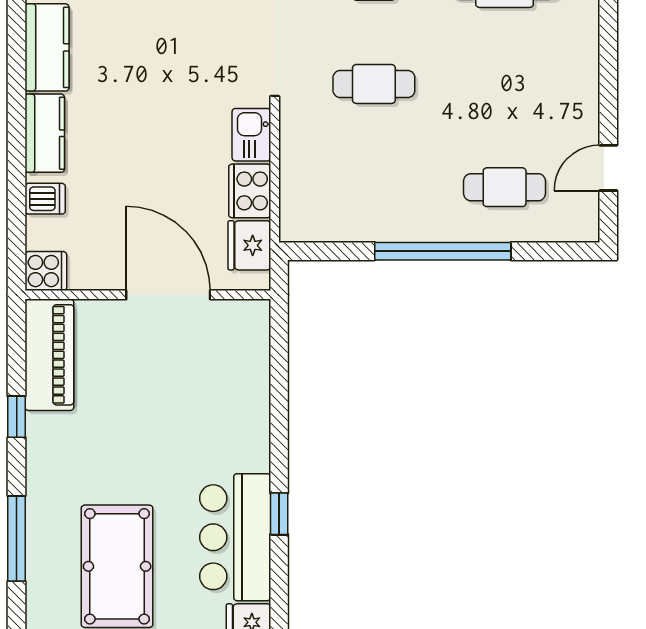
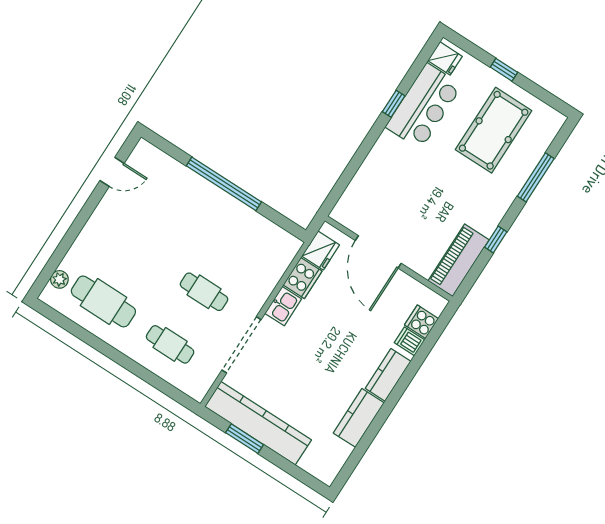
cafe table: (505, 187) -> (171, 196), removed
cooker: (46, 271) -> (422, 322), moved

